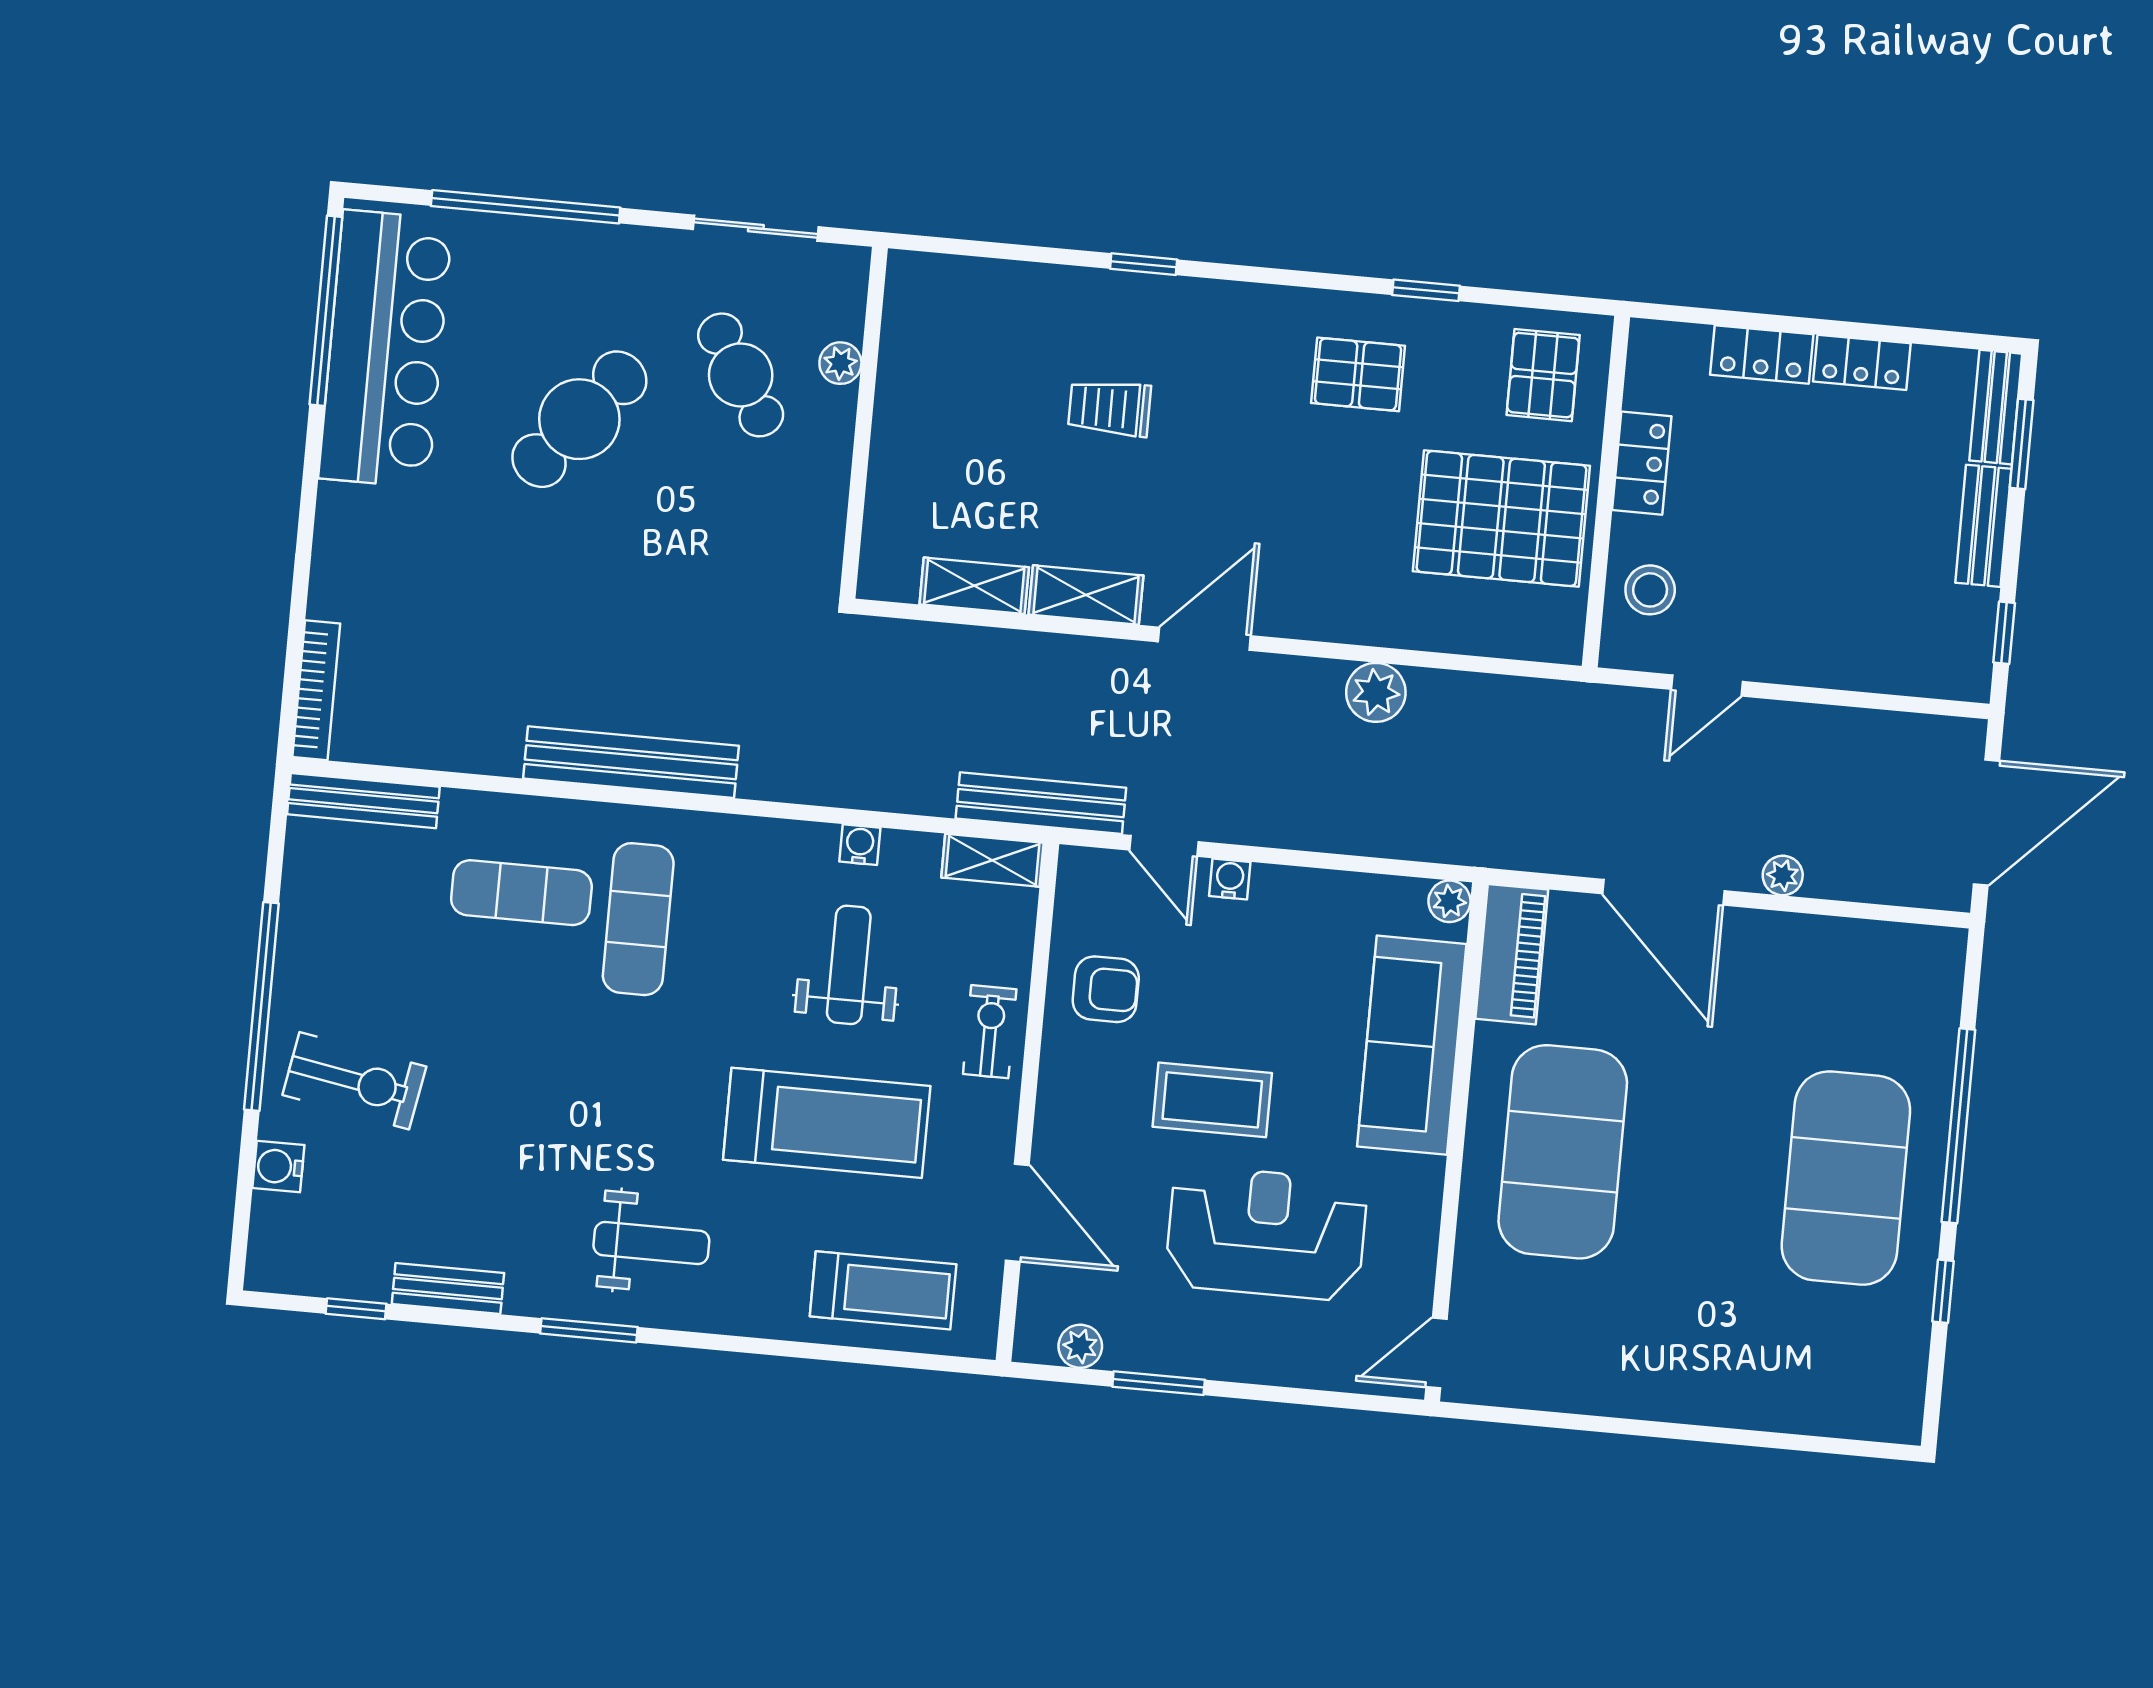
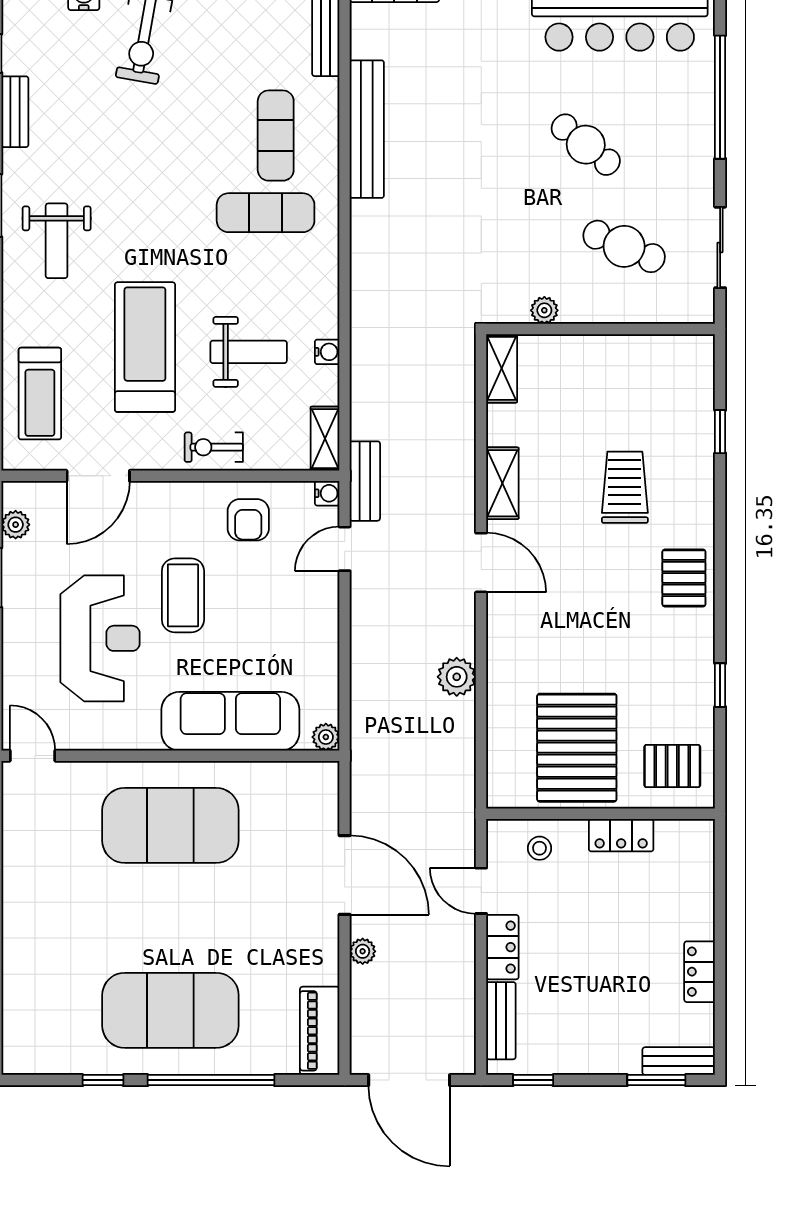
window: (1144, 264) -> (720, 432), moved
locker: (1762, 354) -> (502, 947), moved, turned 180
plant: (840, 363) -> (544, 310), moved
pallet: (1358, 374) -> (684, 578), moved
cafe table: (741, 375) -> (624, 246), turned 55
trolley: (1109, 408) -> (625, 487), width x1.36, depth x1.39
cafe table: (579, 419) -> (586, 145), width x0.73, depth x0.74
bench: (1983, 526) -> (501, 1021), moved, turned 90
shelving: (974, 586) -> (502, 368), moved
stool: (1650, 590) -> (540, 848), width x0.73, depth x0.73
bench: (631, 762) -> (367, 129), moved
bench: (1041, 803) -> (365, 481), width x0.73
water cooler: (1230, 879) -> (327, 493), moved
door: (1663, 892) -> (345, 875), swing flipped
piano: (1512, 954) -> (320, 1031), moved, turned 90
exercise bike: (990, 1032) -> (214, 447), turned 180
treadmill: (827, 1123) -> (145, 347), turned 180

